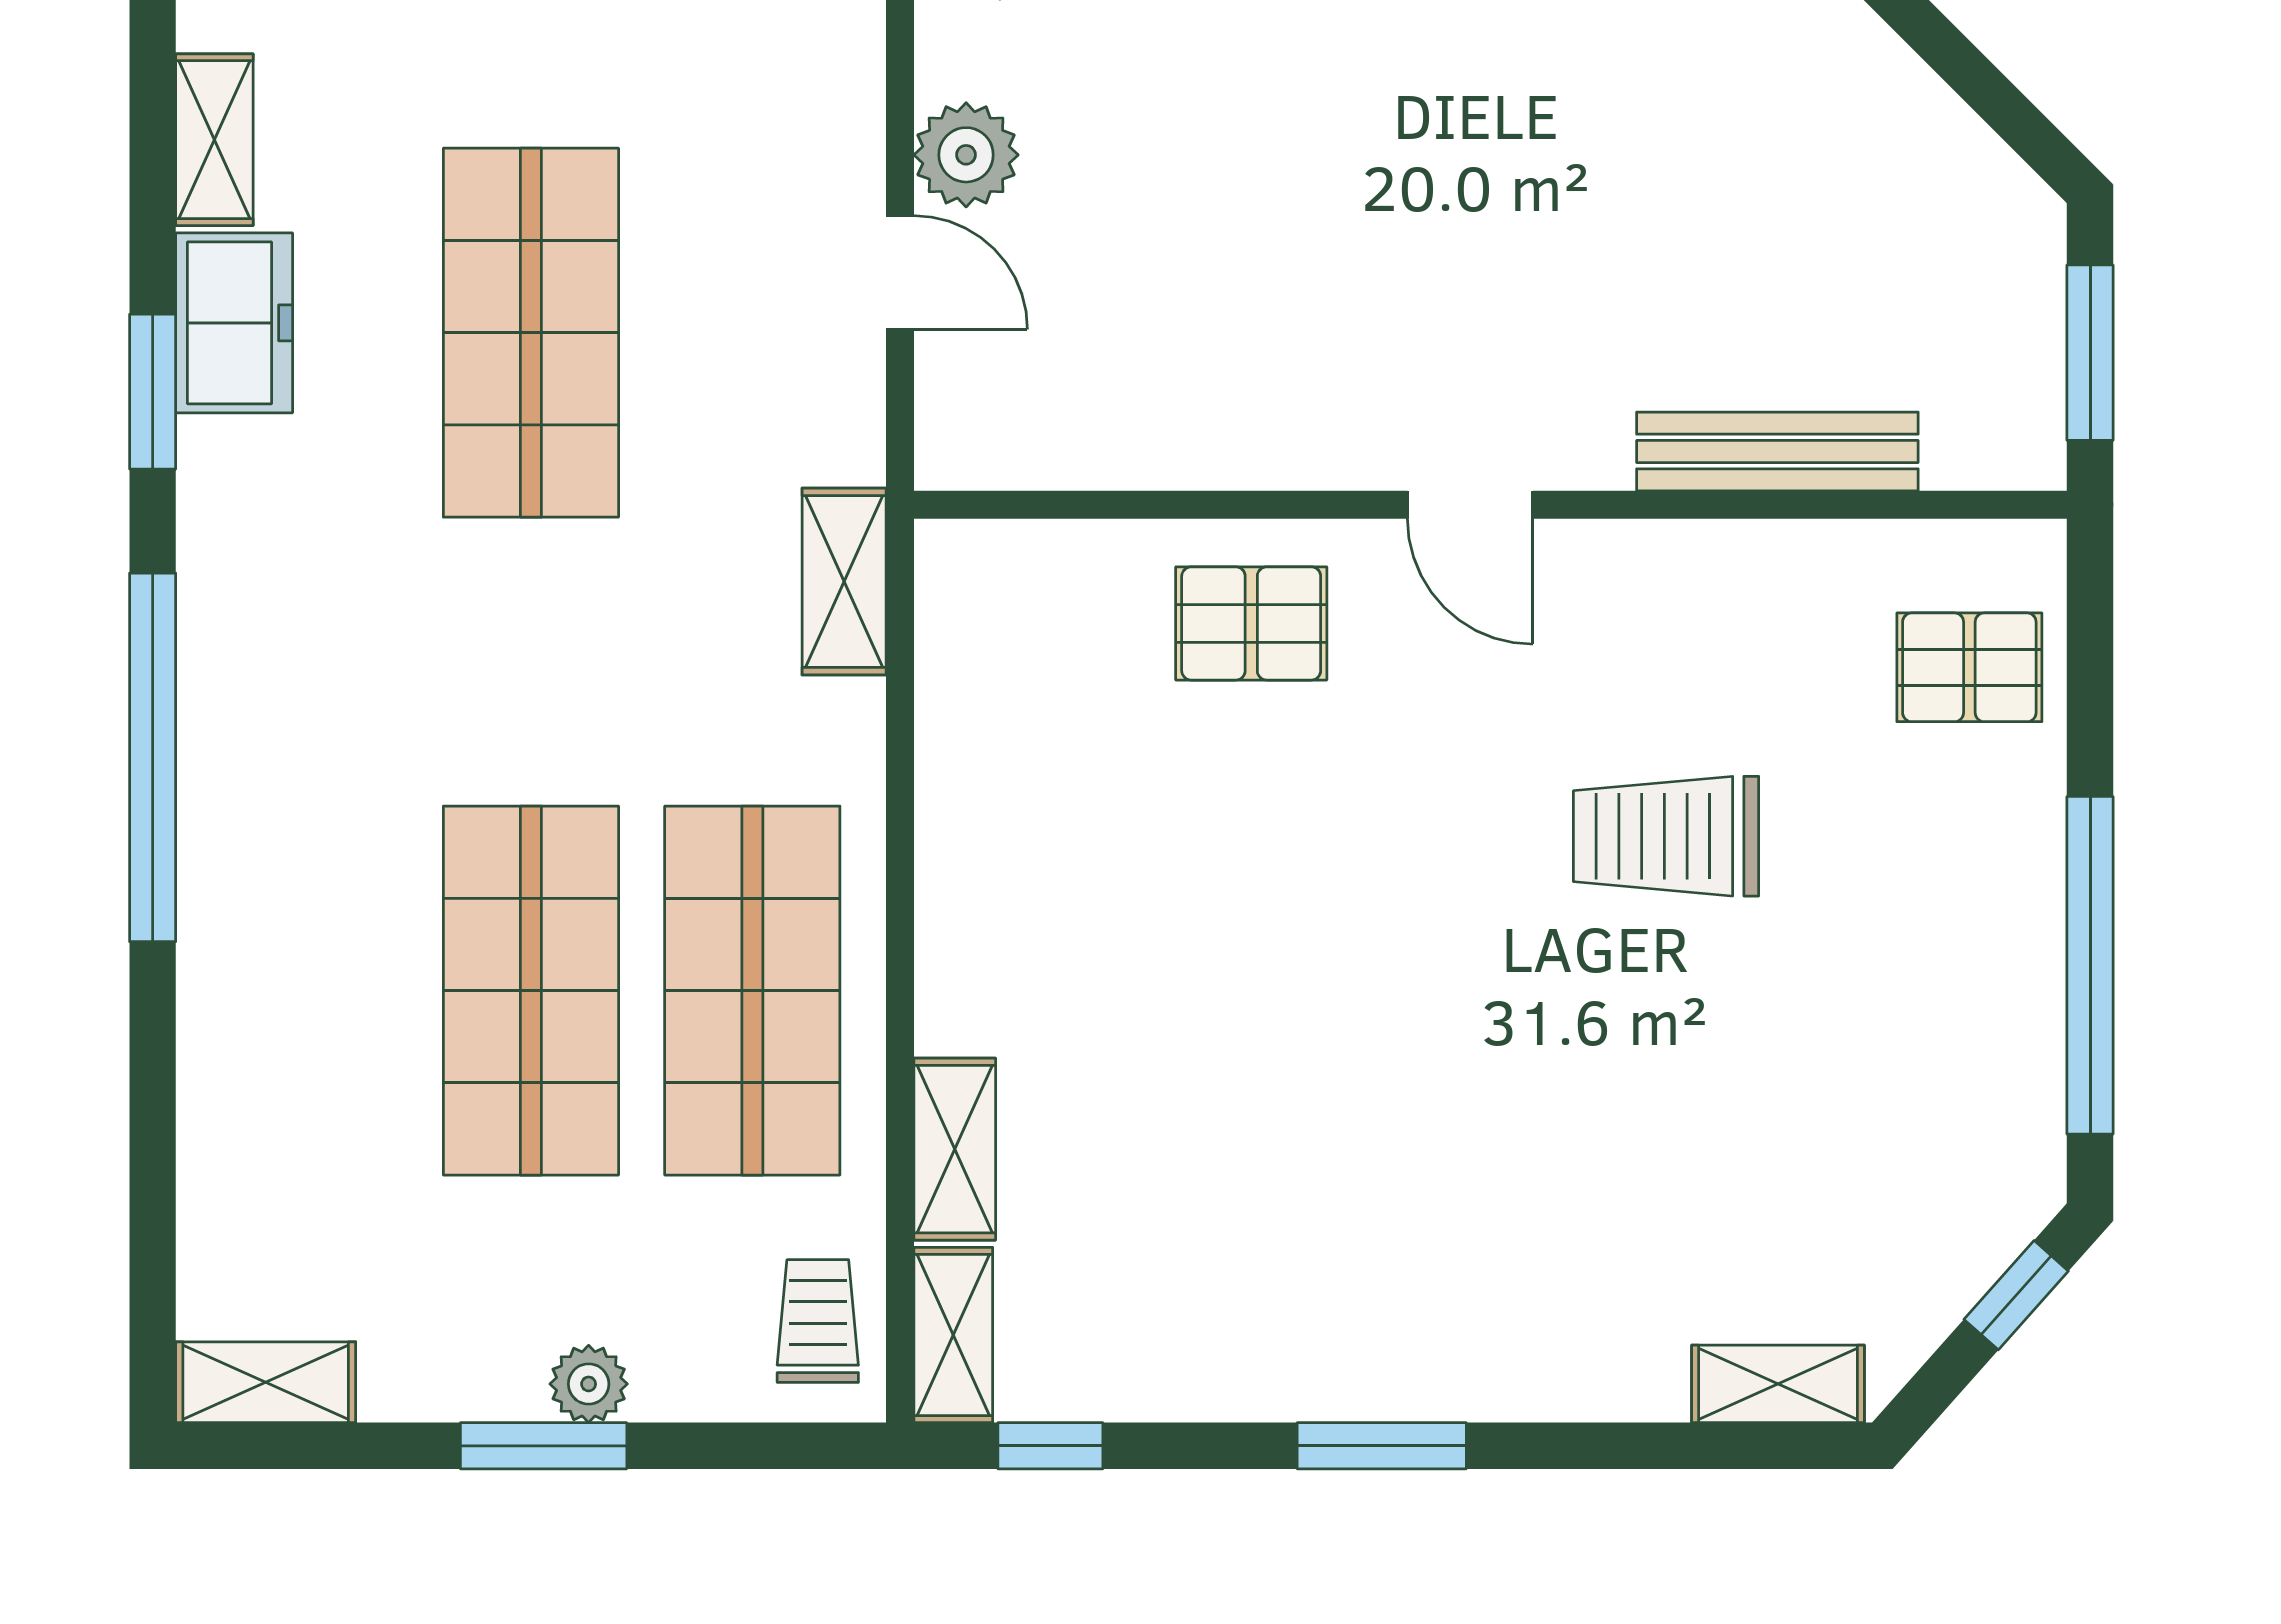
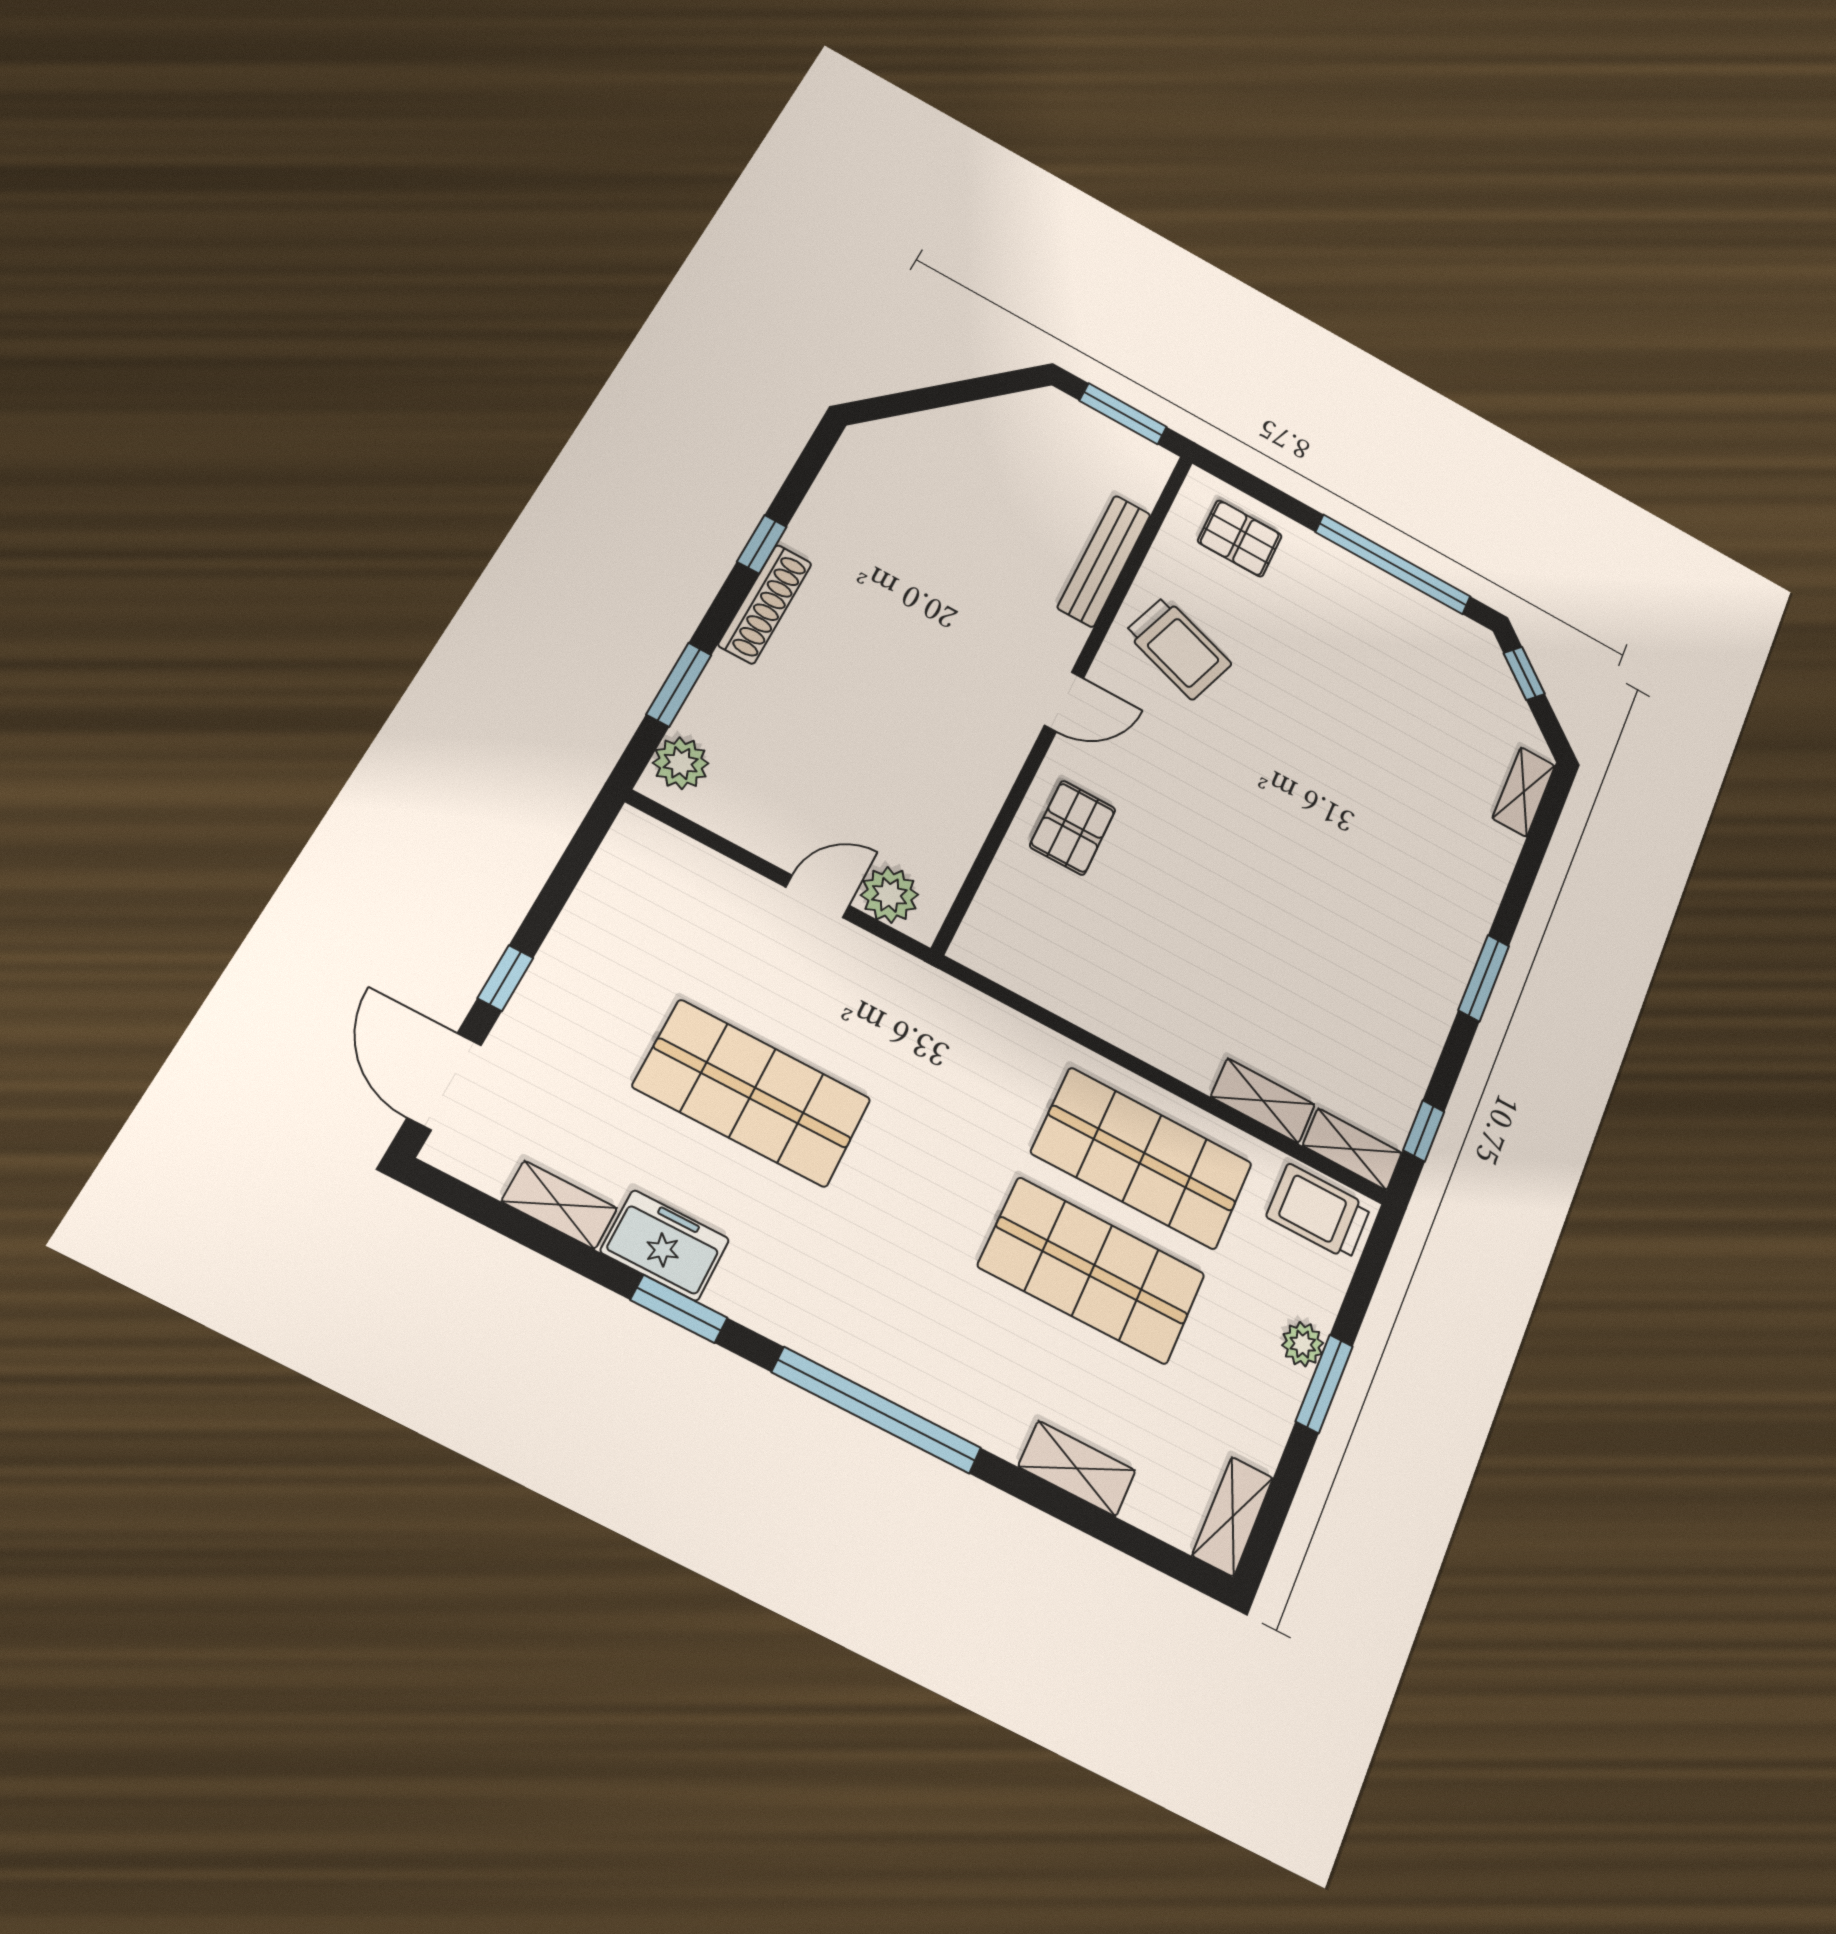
plant: (966, 155) -> (889, 895), moved
shelving: (844, 582) -> (1077, 1469), moved
pallet: (1969, 667) -> (1240, 538), turned 90
trolley: (1666, 836) -> (1178, 648), moved, turned -71
trolley: (818, 1321) -> (1319, 1212), width x1.36, depth x1.39

